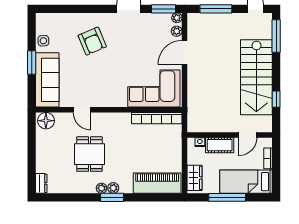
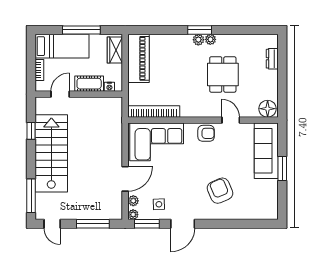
side table: (43, 41) -> (159, 204), moved
armchair: (106, 97) -> (206, 133), added
dresser: (41, 183) -> (272, 59), moved
piano: (157, 183) -> (139, 58), moved, turned -90

